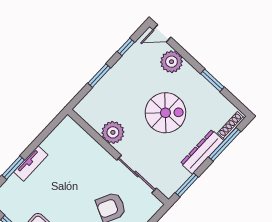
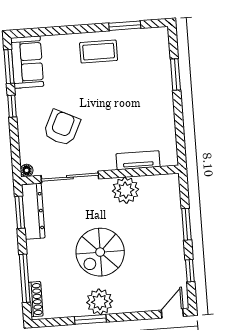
plant: (171, 62) -> (100, 302), moved
dresser: (202, 152) -> (33, 211), moved
tv unit: (31, 163) -> (138, 160), moved, turned 90
floor lamp: (157, 205) -> (27, 170), added

